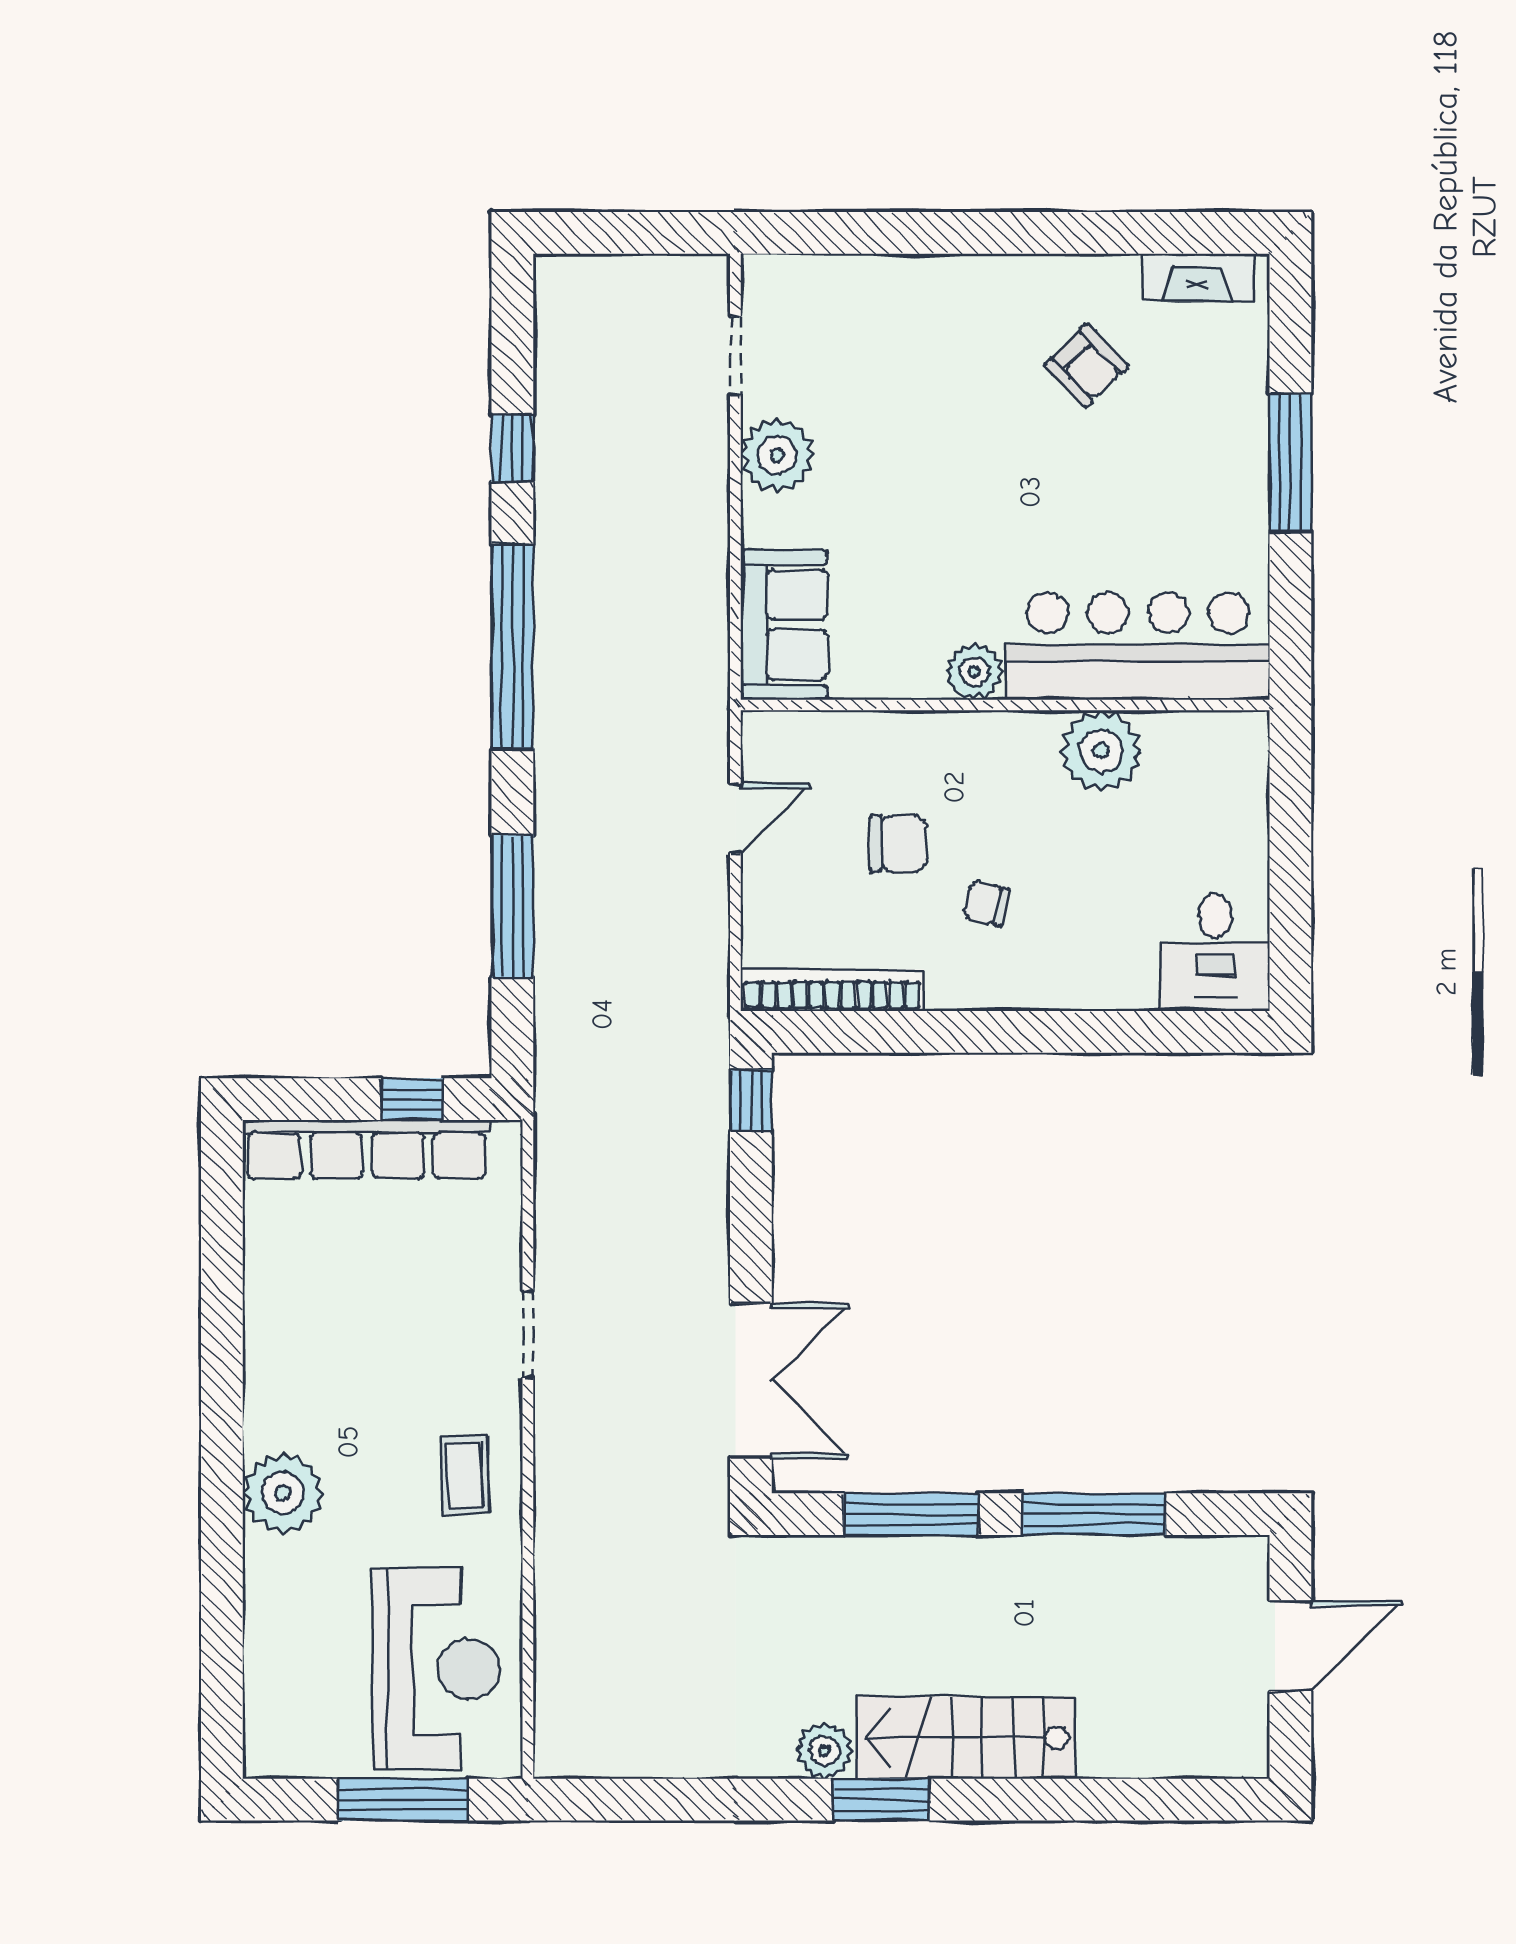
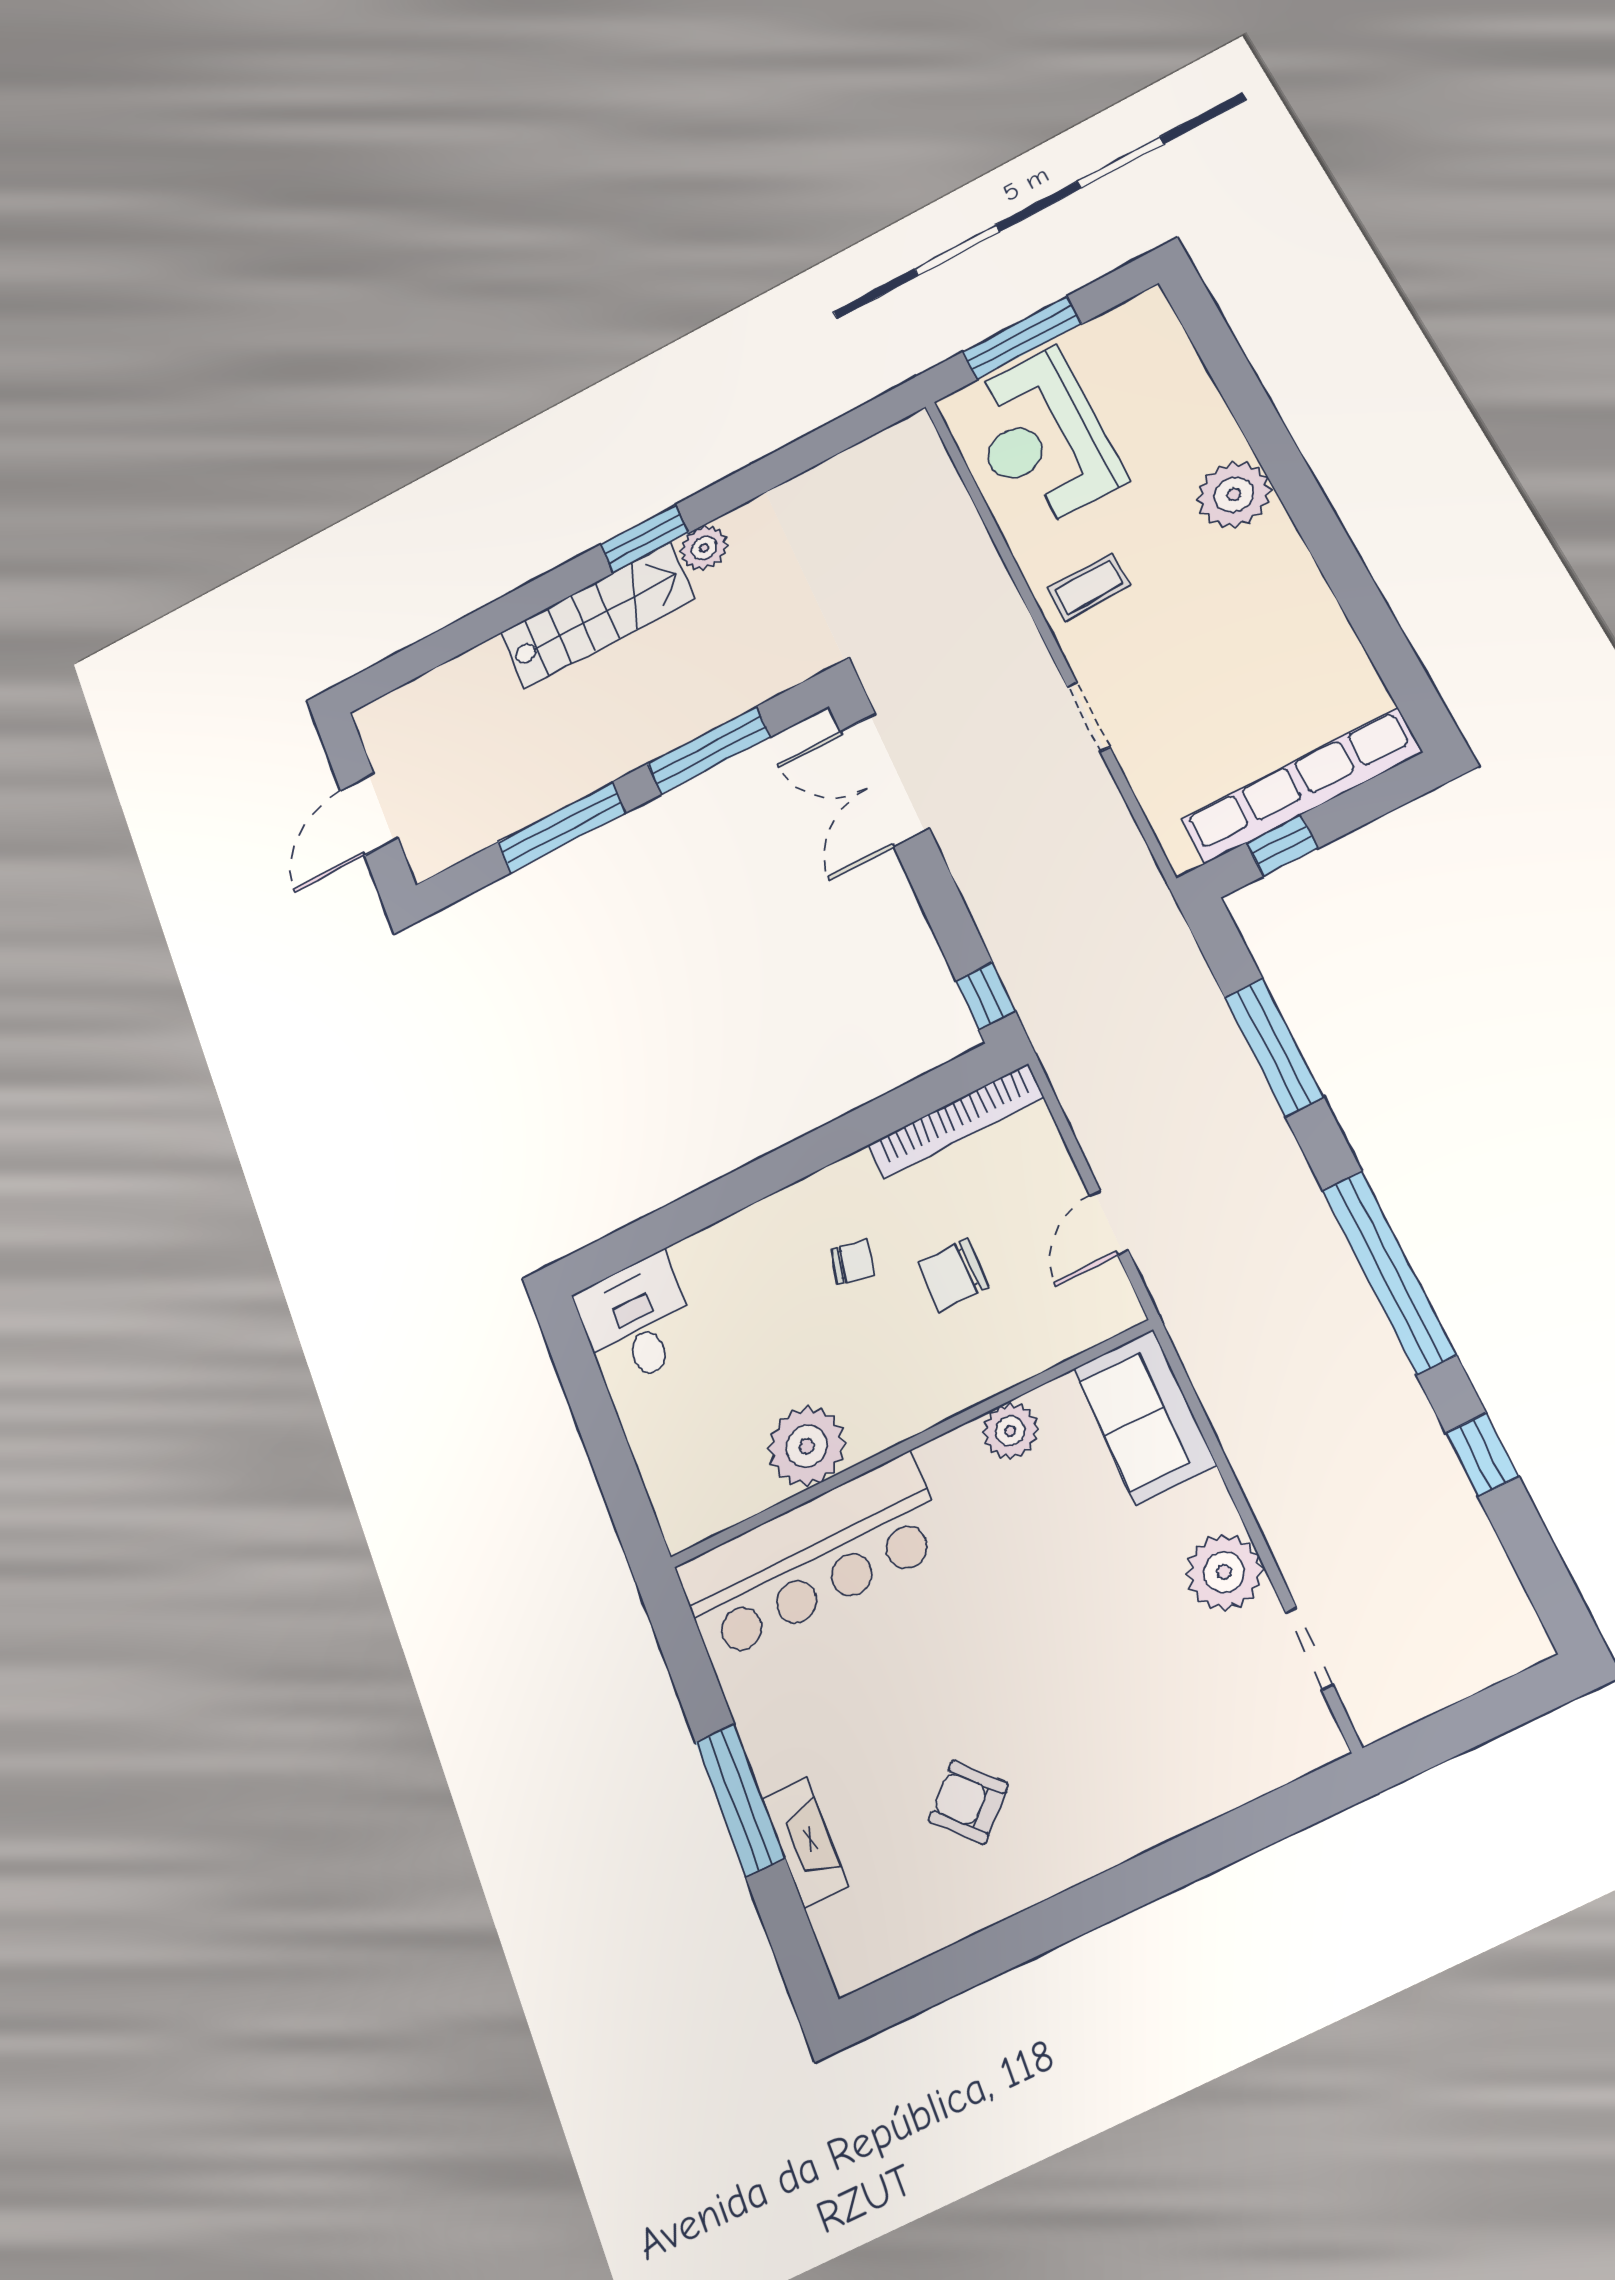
fireplace: (1197, 277) -> (805, 1842), moved, turned 90
plant: (974, 672) -> (1010, 1431), moved
coffee table: (465, 1475) -> (1089, 587), turned 90

